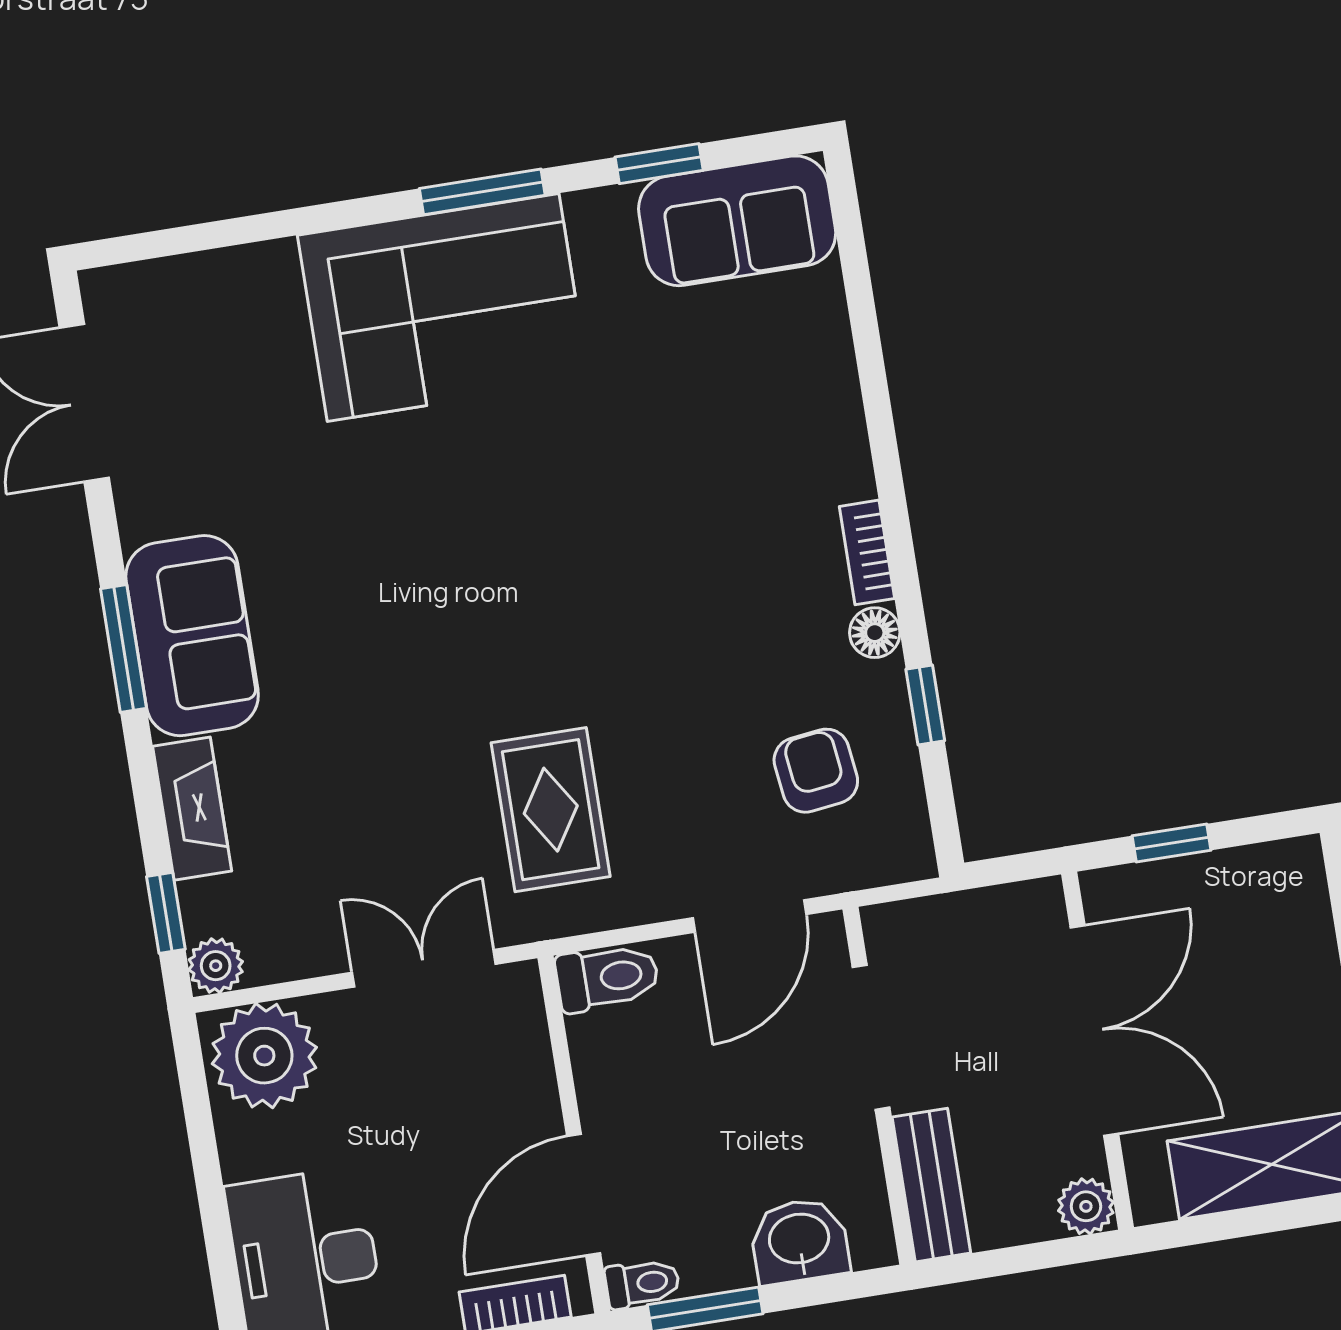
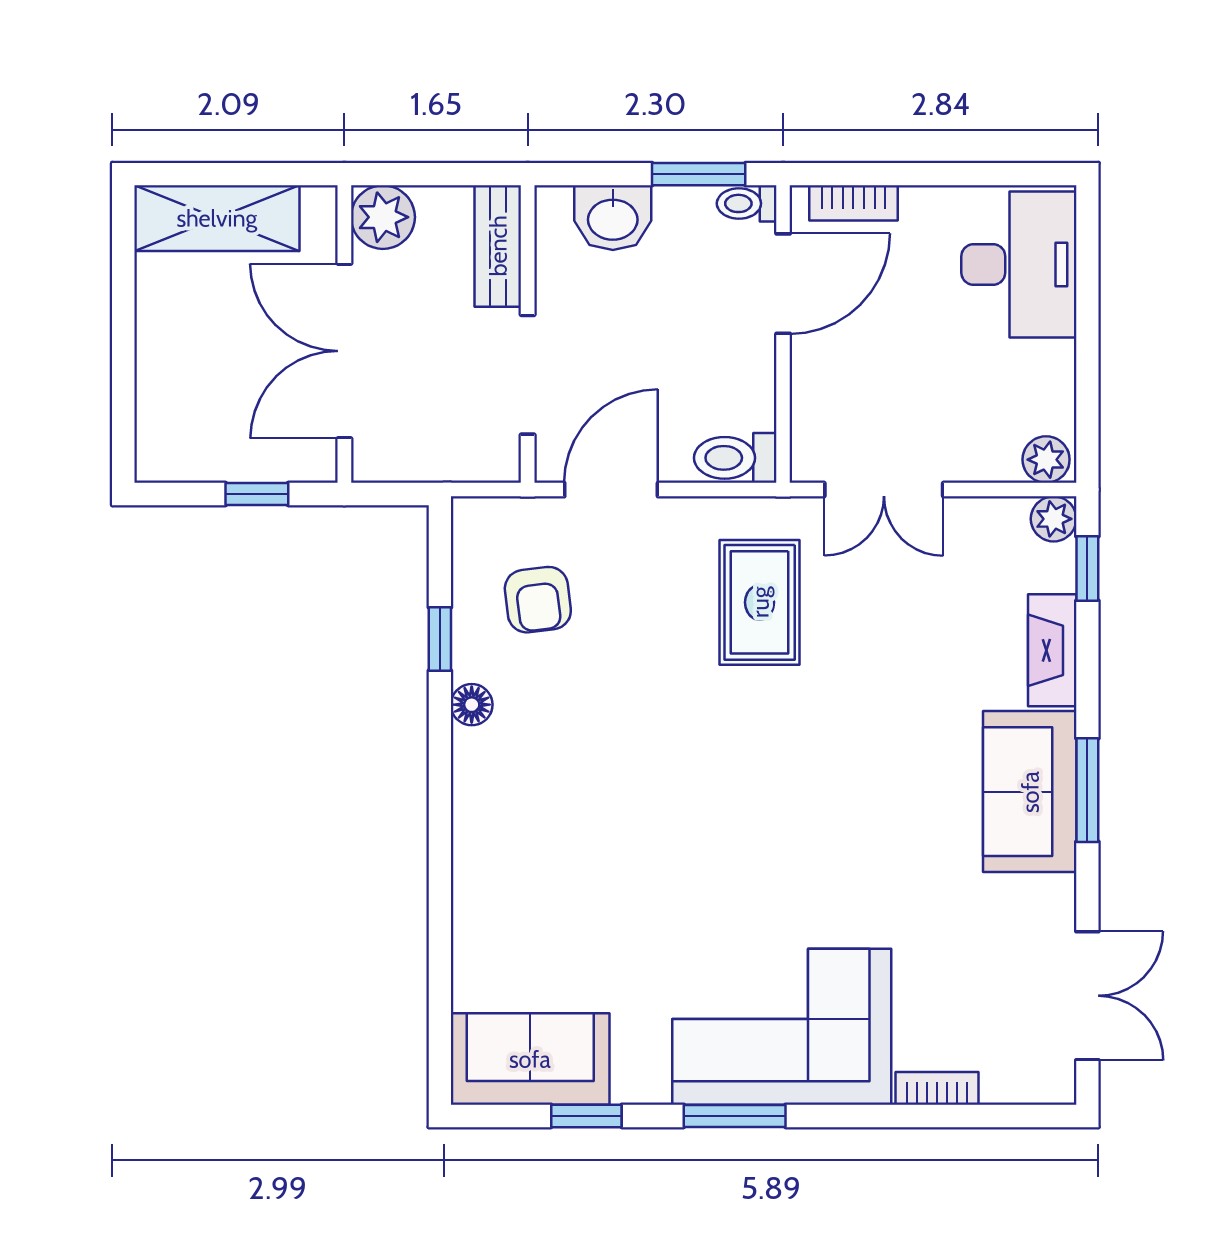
bookcase: (867, 552) -> (937, 1088), moved, turned -90
plant: (264, 1056) -> (1046, 460), width x0.53, depth x0.53
plant: (1086, 1206) -> (383, 217), width x1.38, depth x1.38

